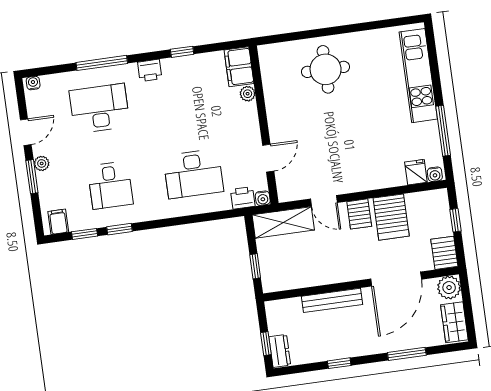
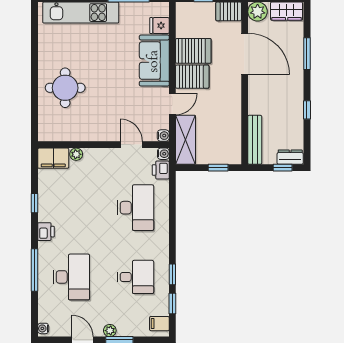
desk: (100, 108) -> (71, 277), turned 180
sofa: (373, 172) -> (154, 61), added
water cooler: (435, 174) -> (163, 136), moved
server rack: (359, 214) -> (192, 77), width x1.36, depth x1.44
bench: (332, 300) -> (255, 140), moved

